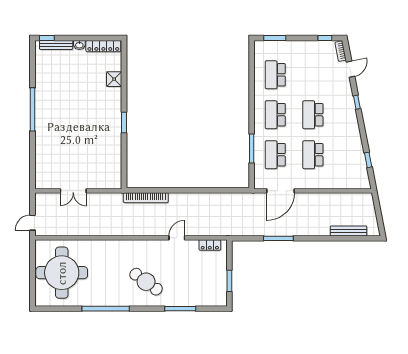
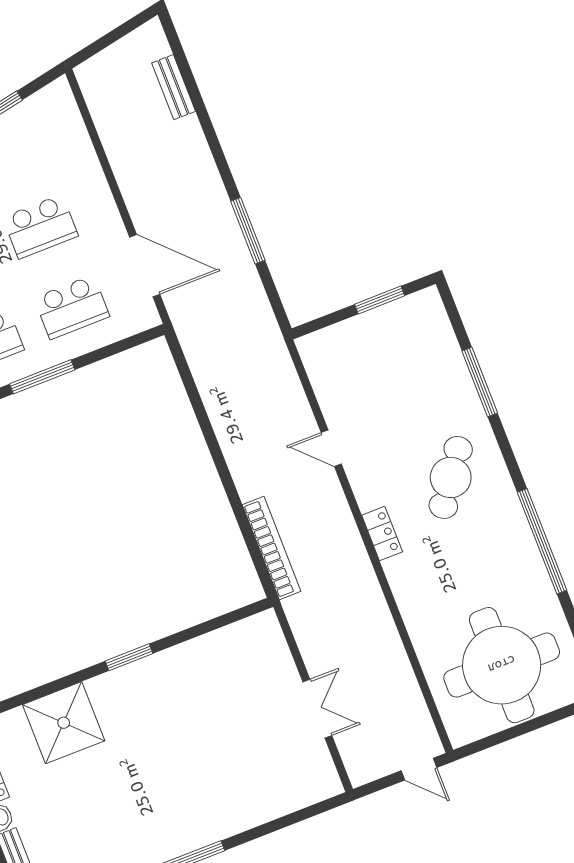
shower: (114, 79) -> (64, 723), width x1.86, depth x1.86
window: (252, 149) -> (42, 377), moved
bench: (348, 231) -> (174, 87), width x0.73
locker: (210, 245) -> (382, 533), moved

